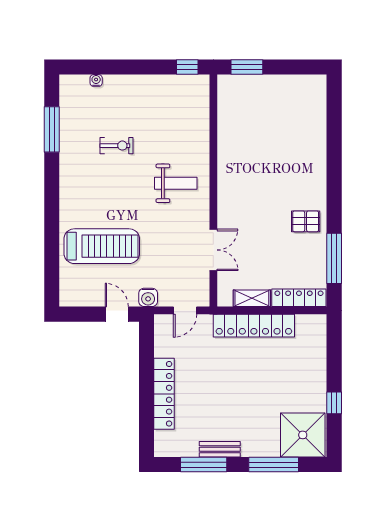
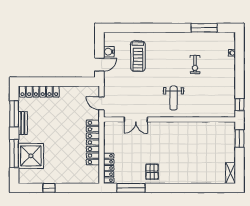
treadmill: (102, 246) -> (138, 56), width x0.73, depth x0.73
water cooler: (148, 297) -> (109, 52), moved
shelving: (252, 298) -> (231, 173), moved
locker: (164, 394) -> (39, 91), moved
shower: (303, 435) -> (31, 156), moved

